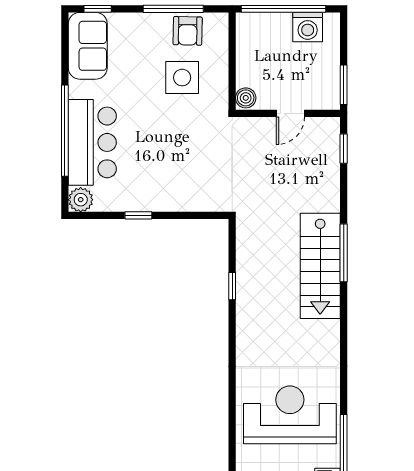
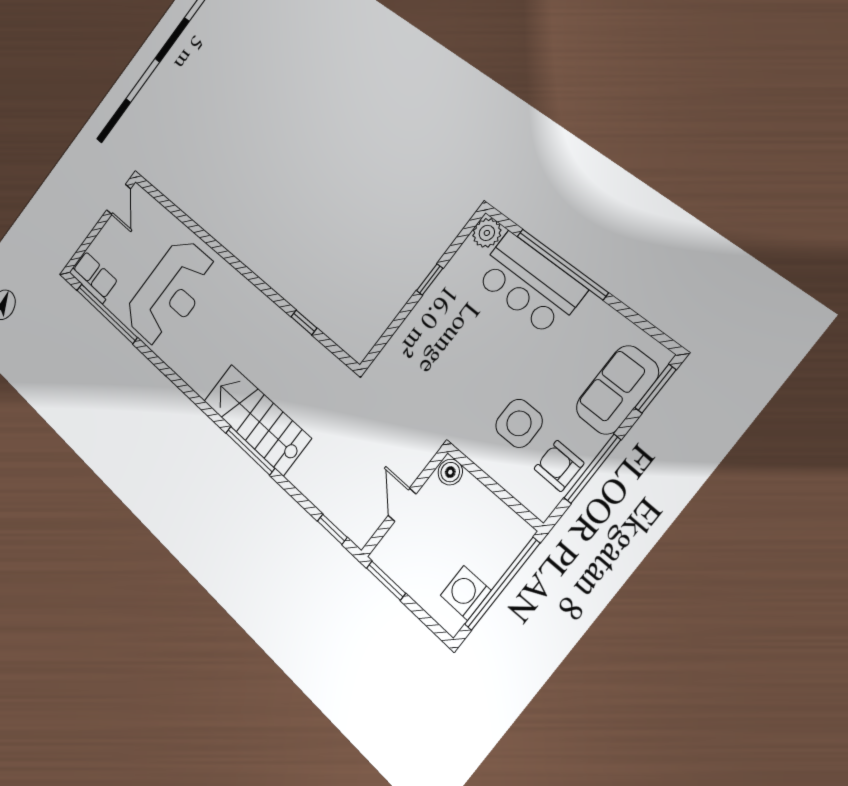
window: (98, 9) -> (655, 389), width x1.50
sofa: (88, 46) -> (617, 390), moved, turned 90

